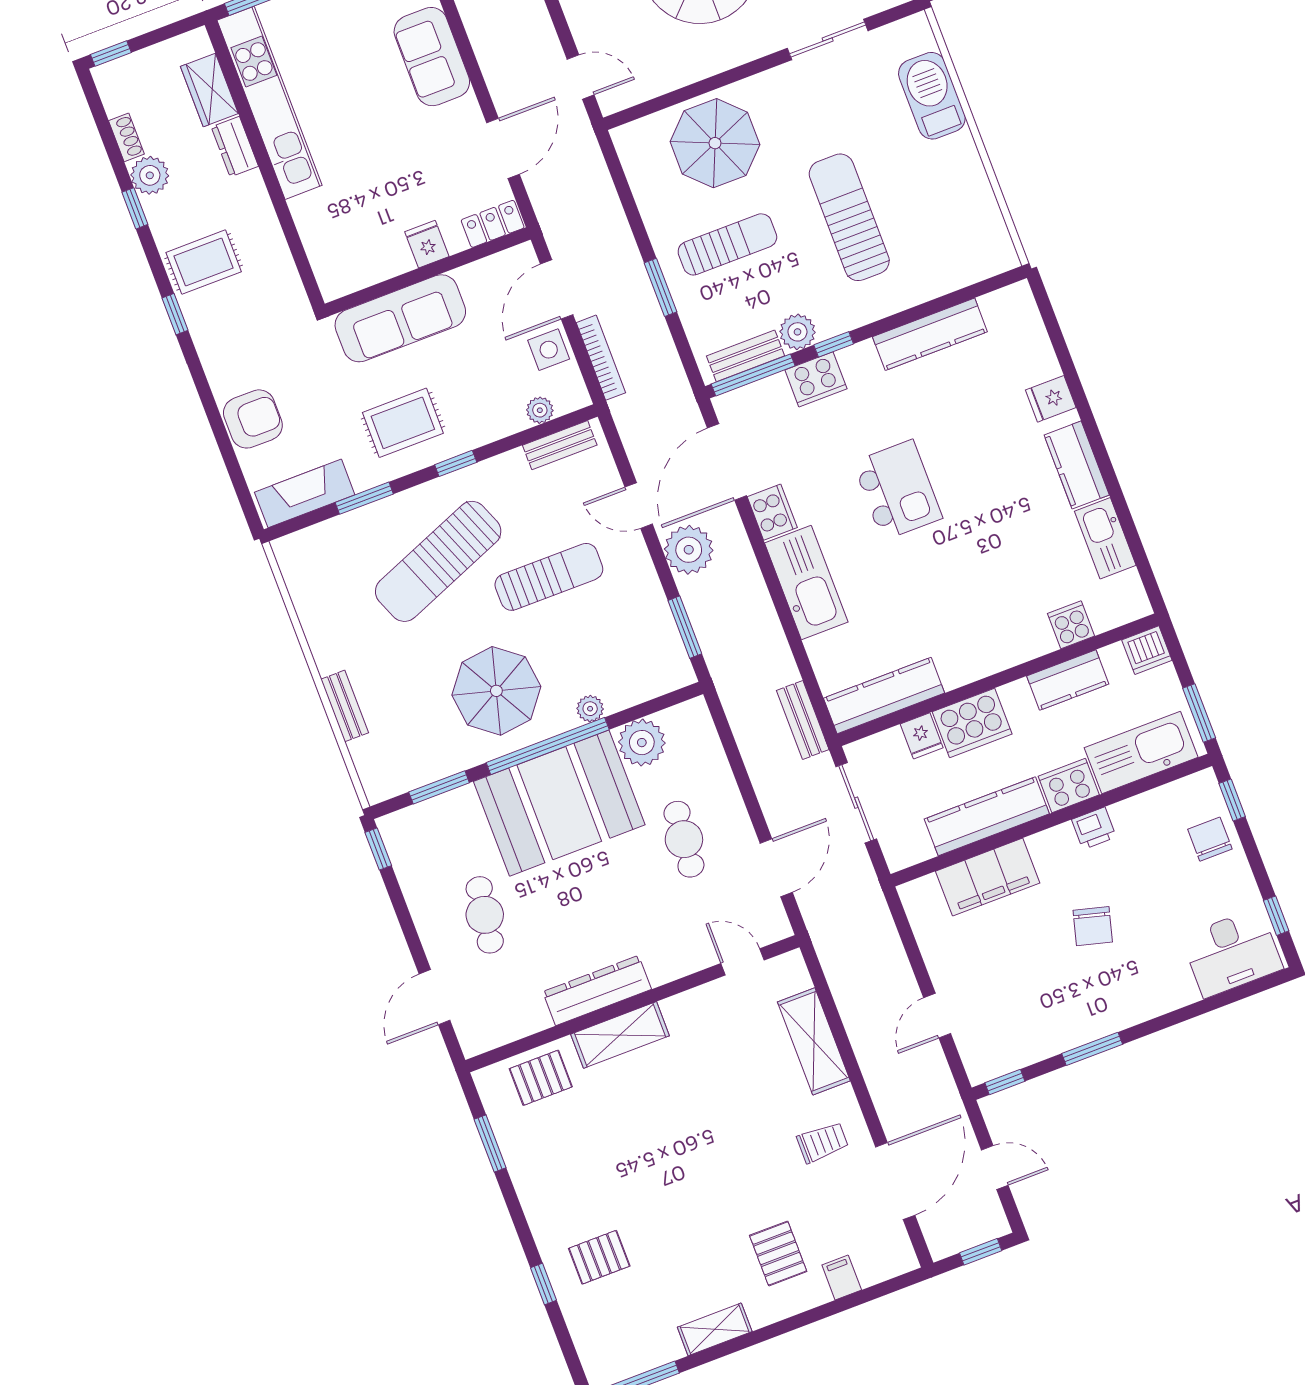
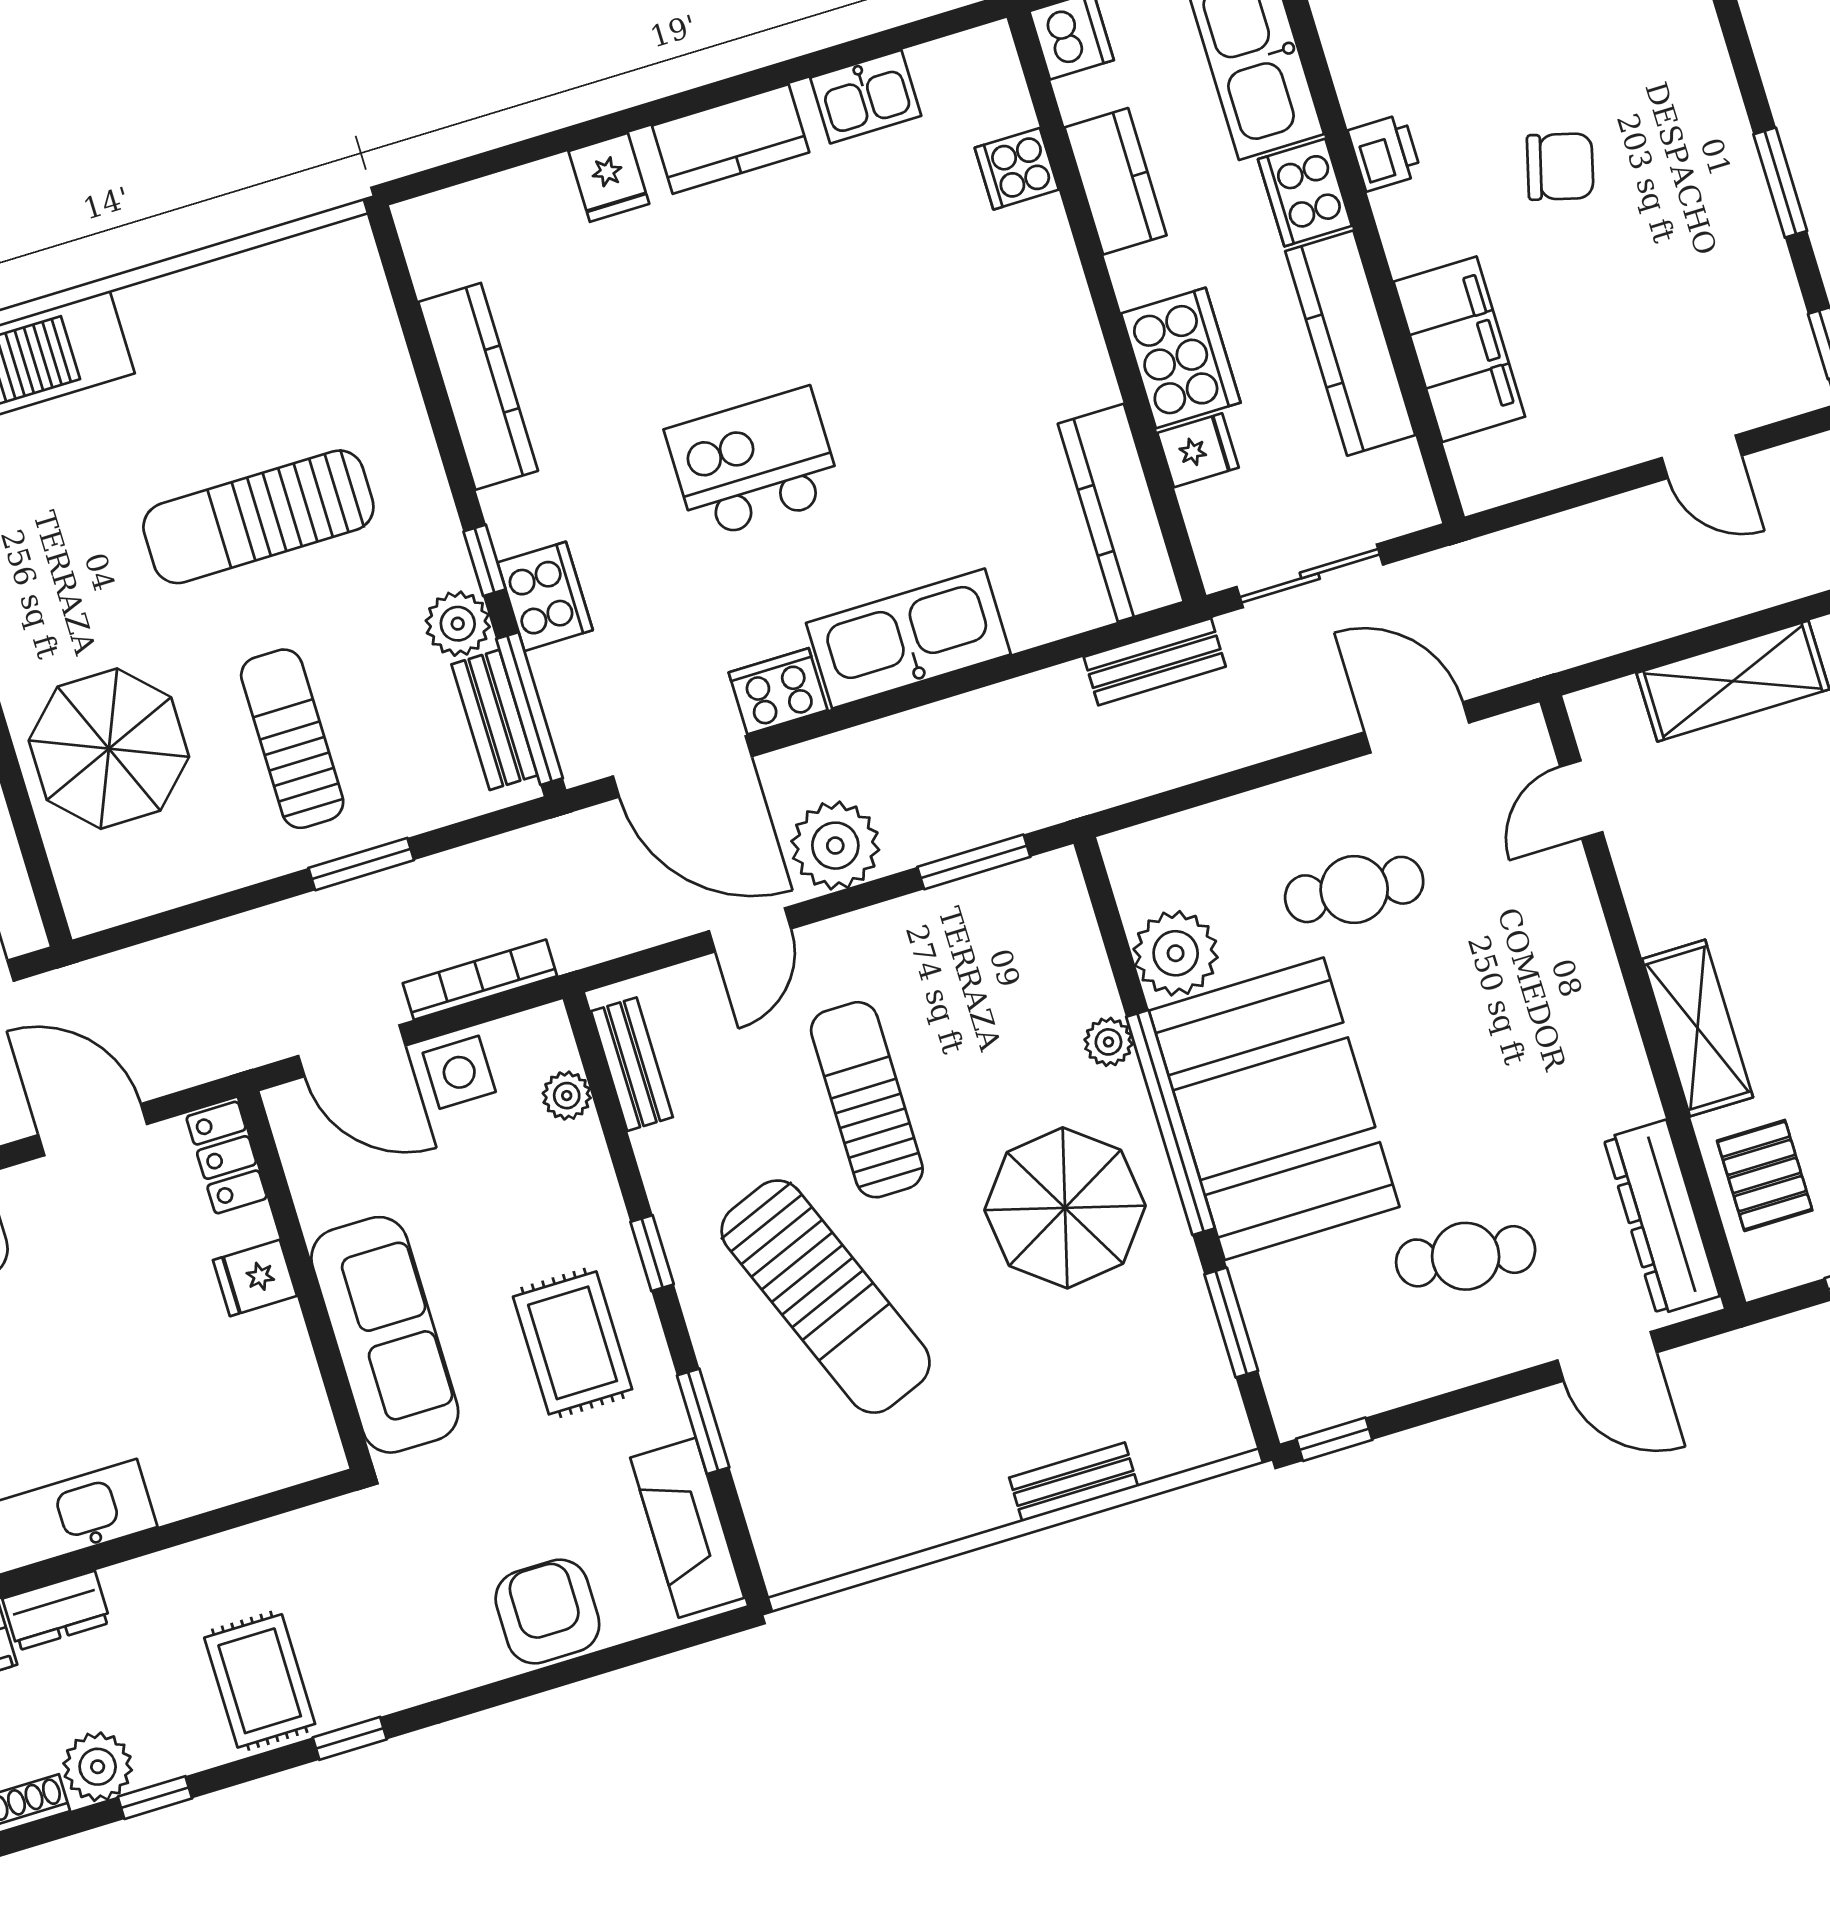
kitchen sink: (1105, 538) -> (866, 97), width x0.73
dresser: (597, 990) -> (1662, 1217), moved

